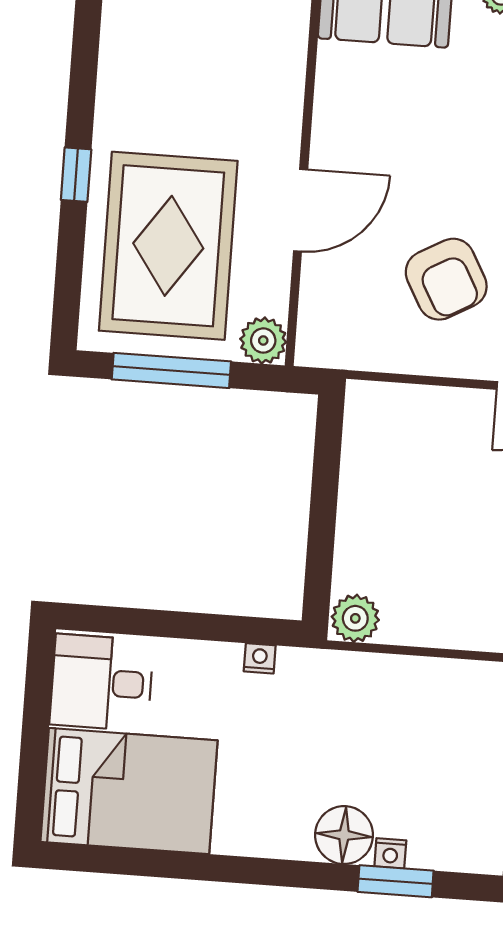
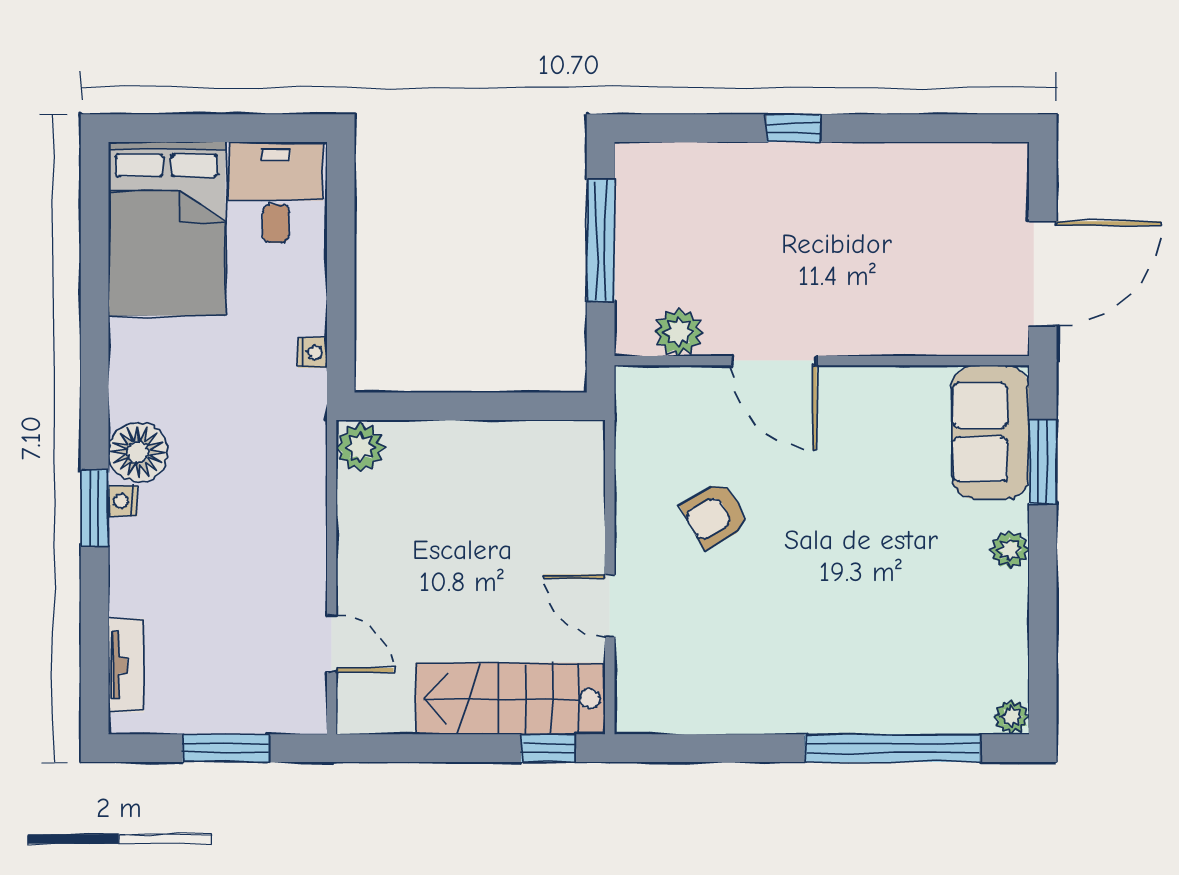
rug: (168, 246) -> (728, 228), removed
armchair: (446, 279) -> (715, 515), width x0.72, depth x0.72
plant: (263, 341) -> (679, 332), moved

